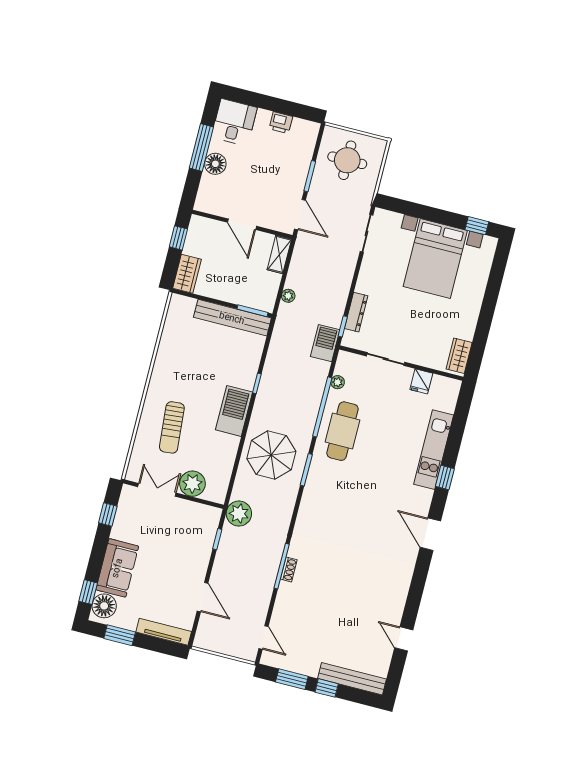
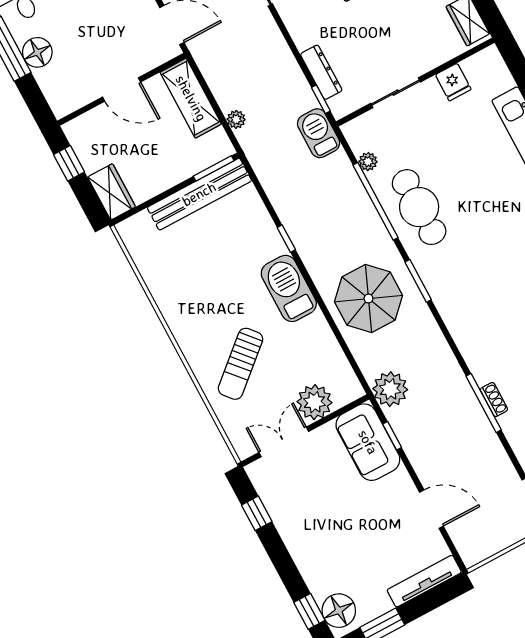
shelving: (279, 254) -> (191, 98), width x1.50, depth x1.33
sun lounger: (172, 427) -> (241, 364), turned 54
sofa: (117, 568) -> (368, 442), moved, turned 180

